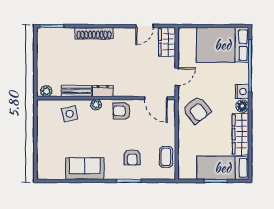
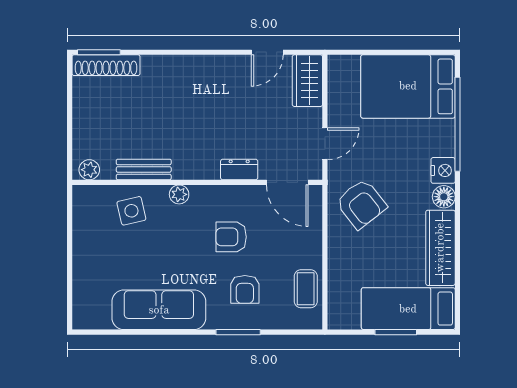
shoe rack: (94, 33) -> (106, 65), moved
dresser: (103, 91) -> (239, 170), moved
armchair: (122, 111) -> (231, 237), moved
sofa: (85, 169) -> (159, 310), width x1.36

